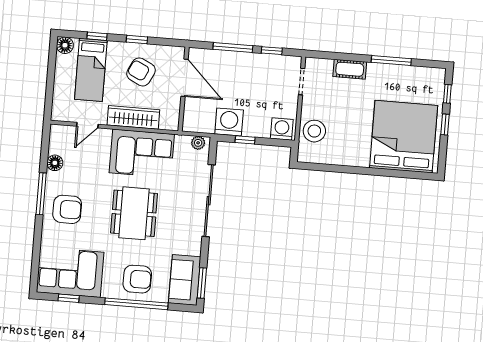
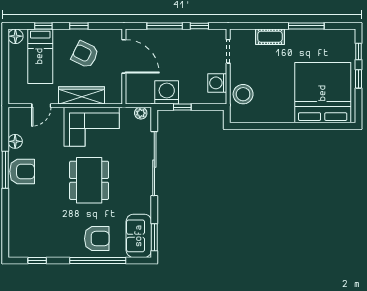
washing machine: (282, 129) -> (217, 83), moved, turned -90
armchair: (67, 209) -> (22, 171), moved
corner sofa: (70, 272) -> (37, 237), removed

